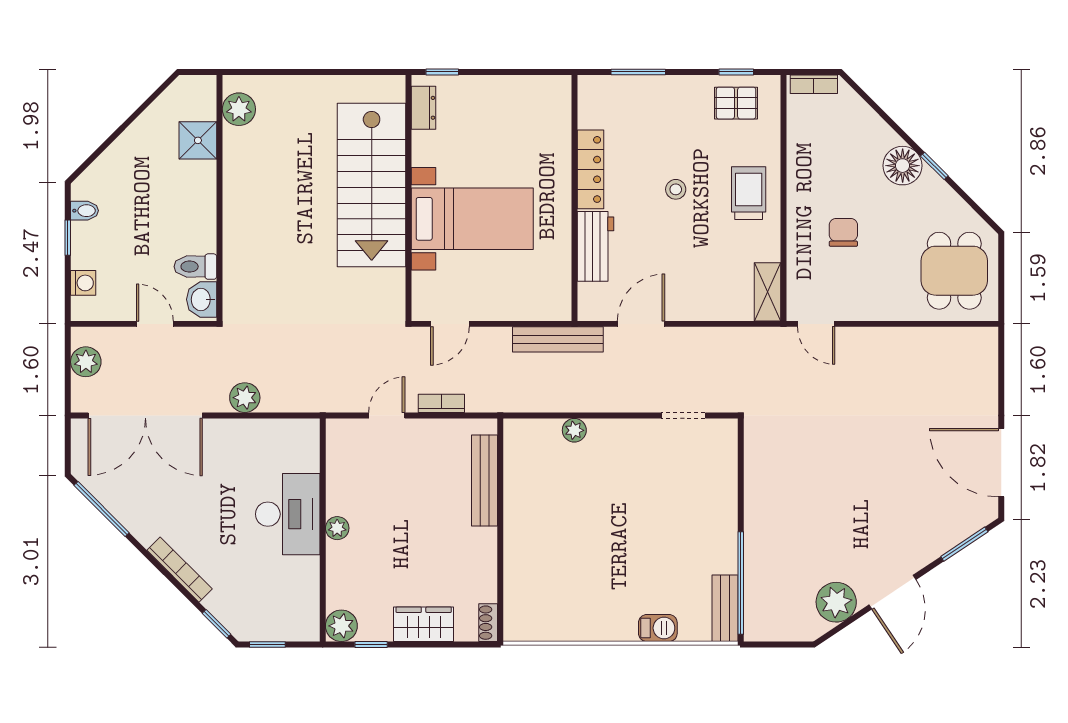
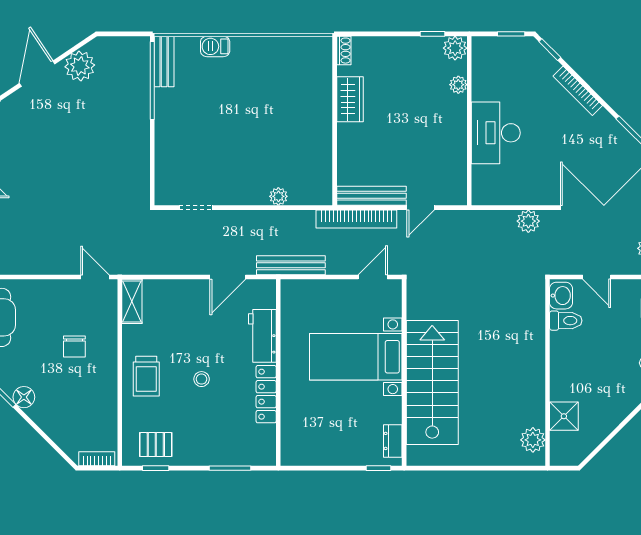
floor lamp: (903, 166) -> (24, 397), width x0.73, depth x0.73
bookcase: (441, 403) -> (356, 219), width x2.31, depth x1.31
bench: (485, 481) -> (371, 196), moved, turned 90
plant: (337, 528) -> (458, 85), moved
wardrobe: (424, 624) -> (350, 99), moved, turned -90

